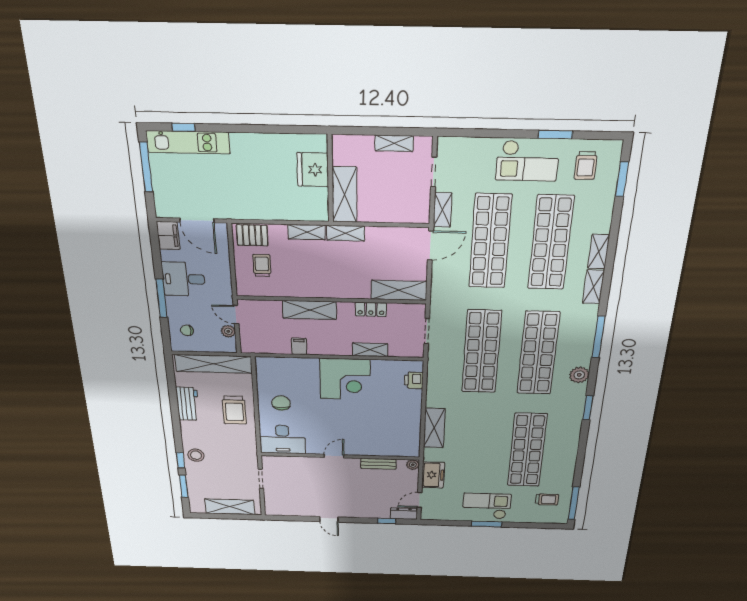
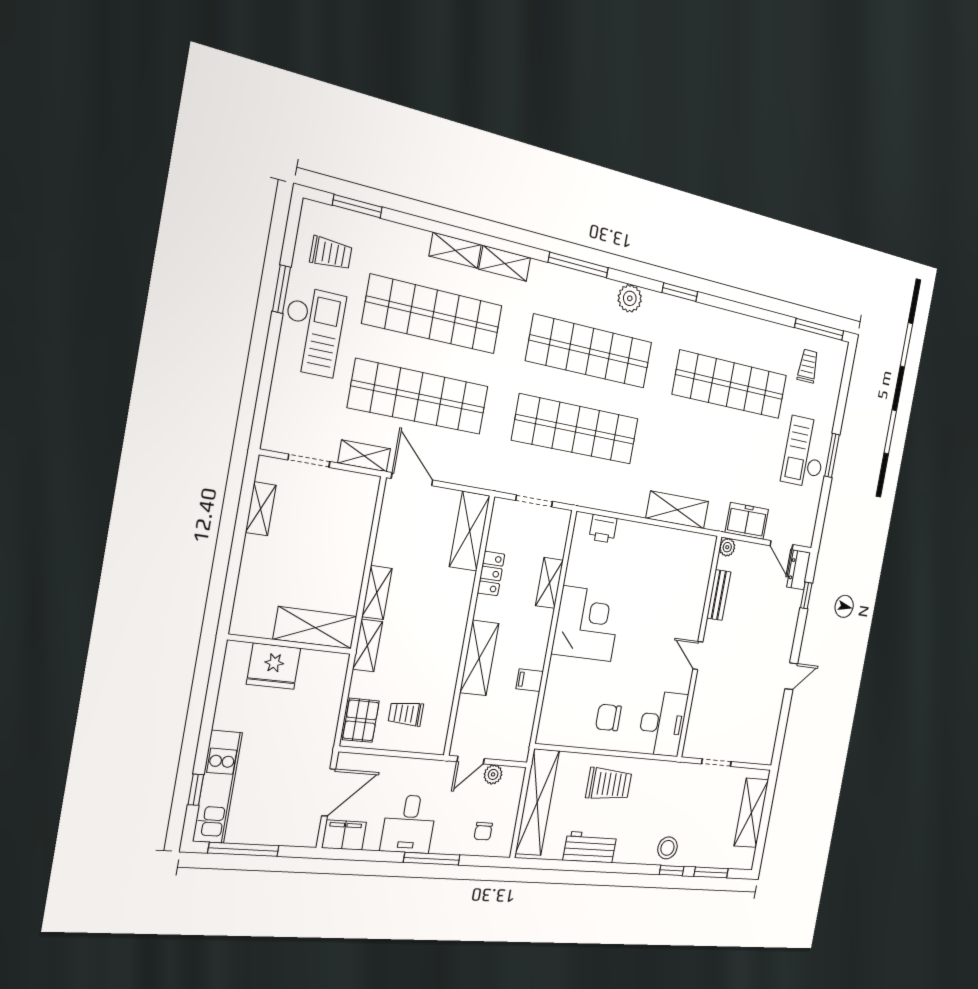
fridge: (313, 170) -> (274, 666), moved
wall: (330, 179) -> (290, 644), moved
shelving: (345, 195) -> (315, 628), moved

